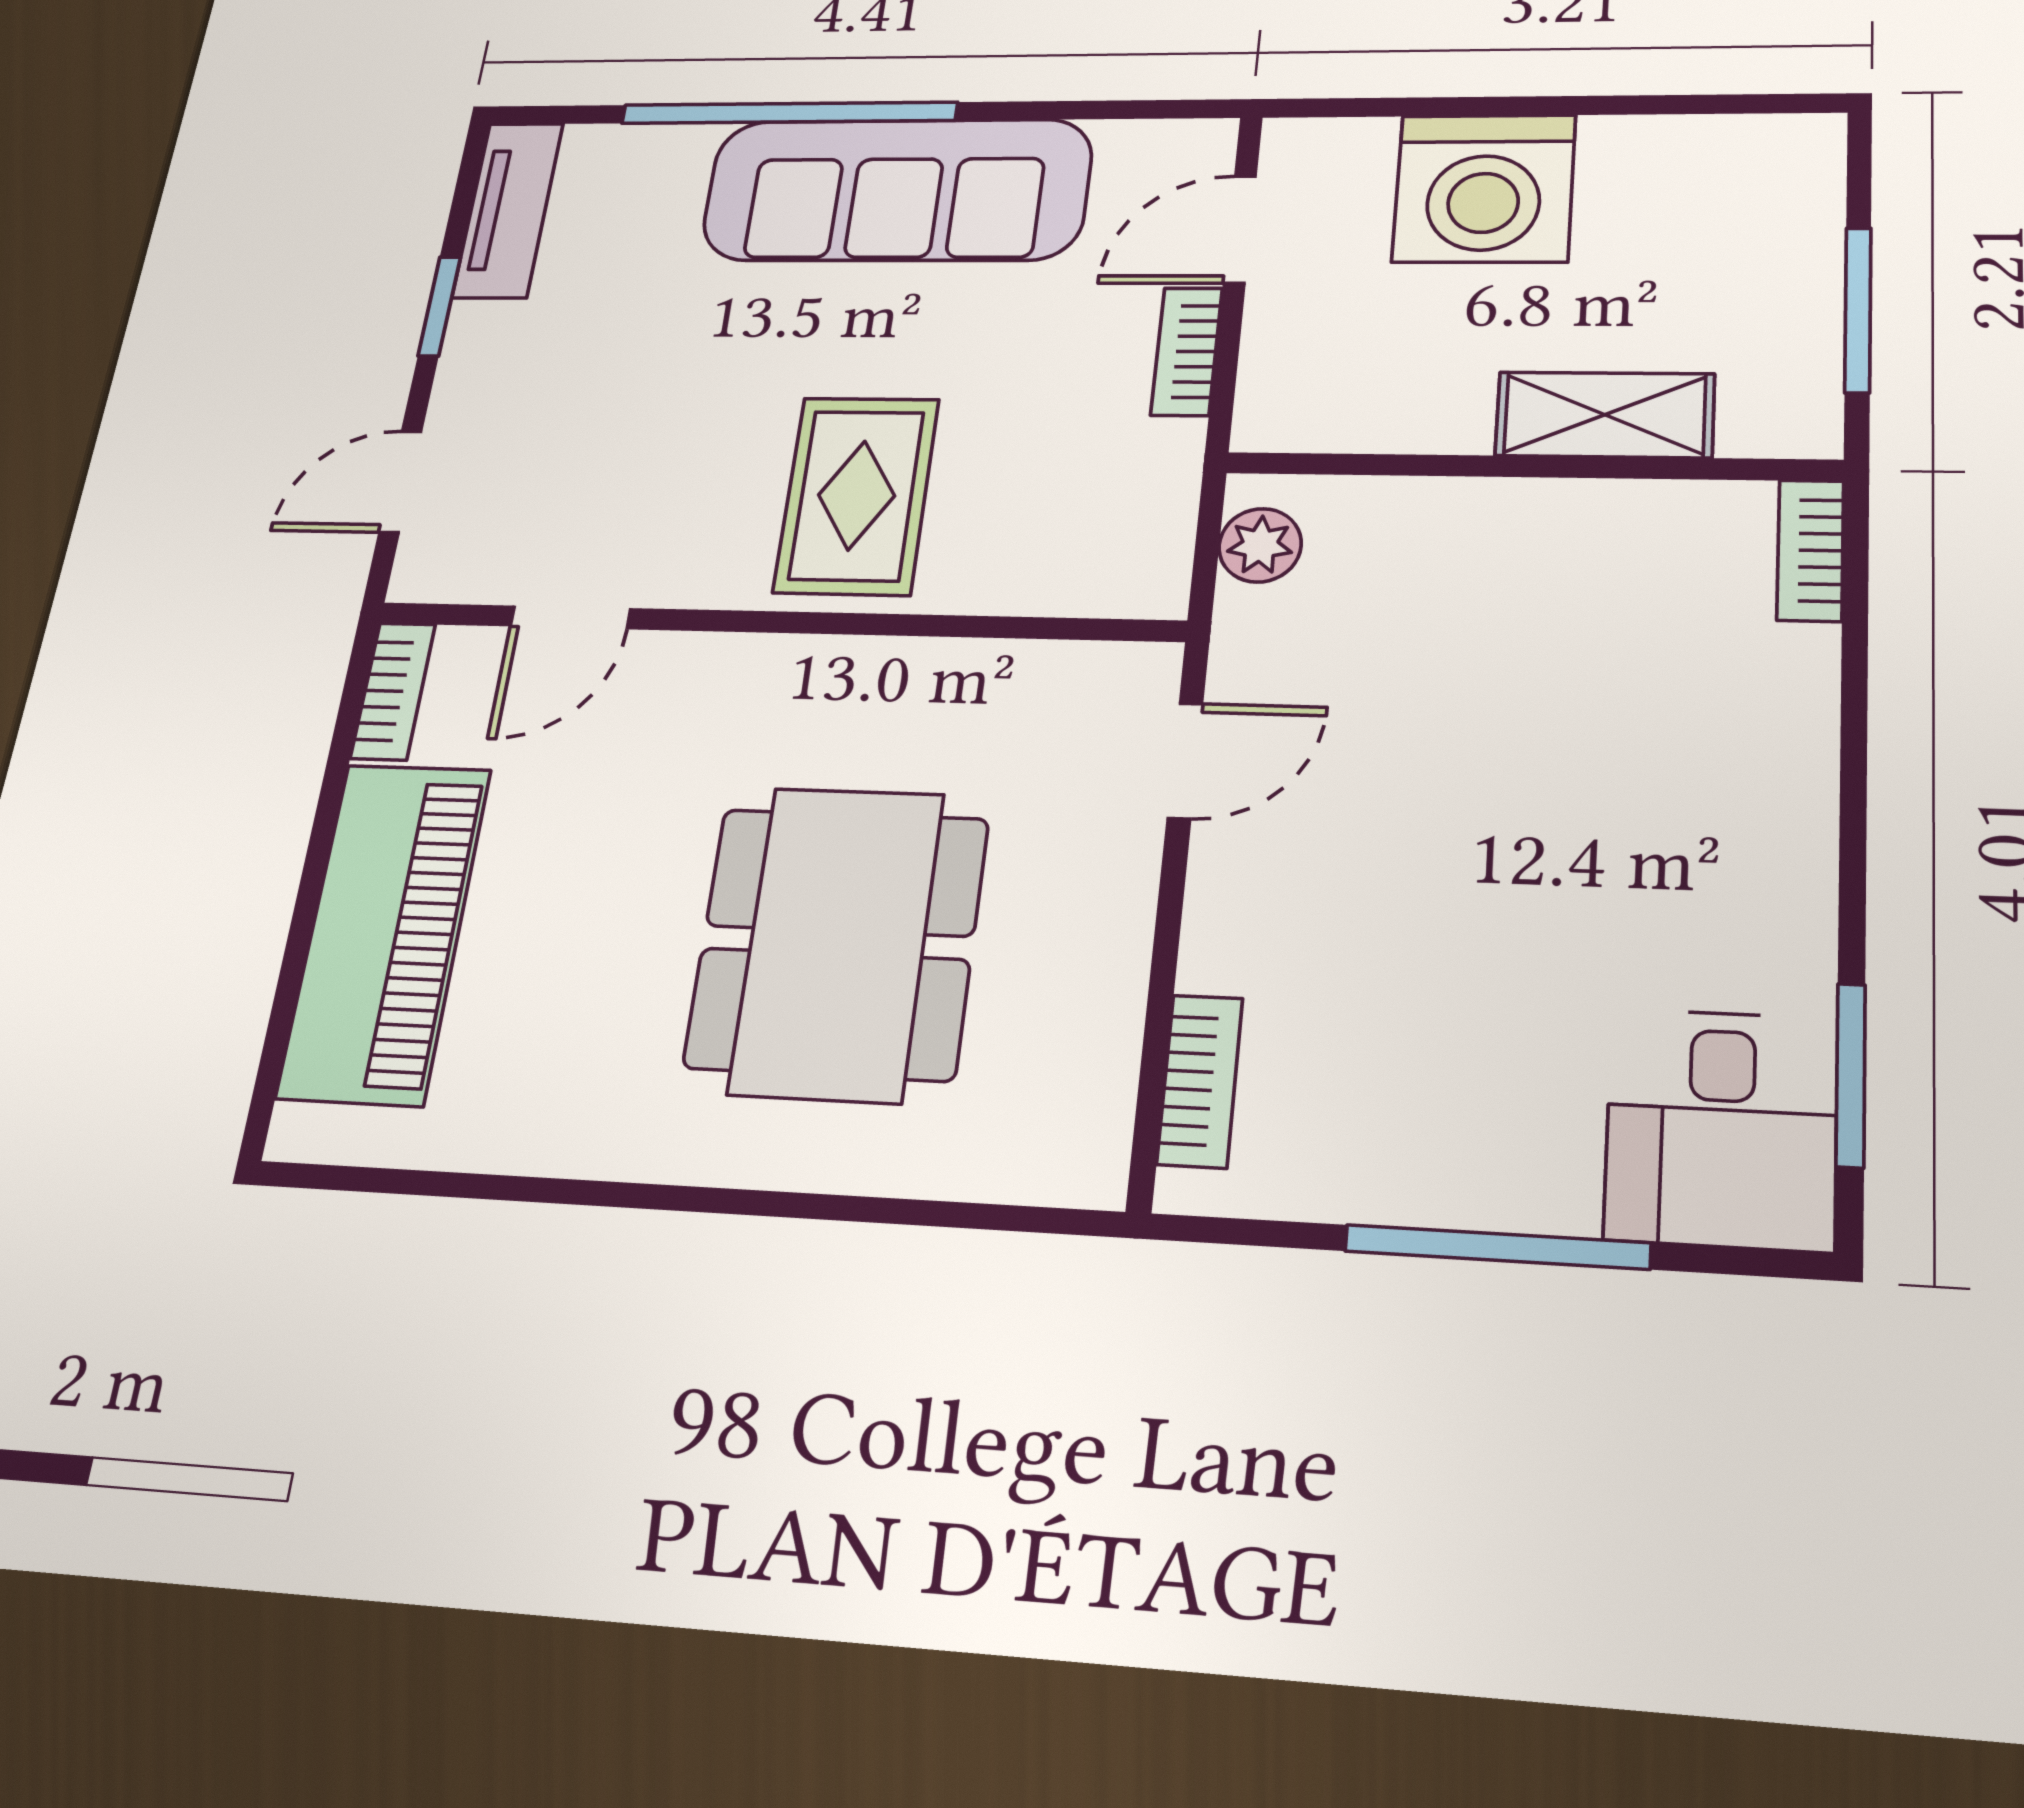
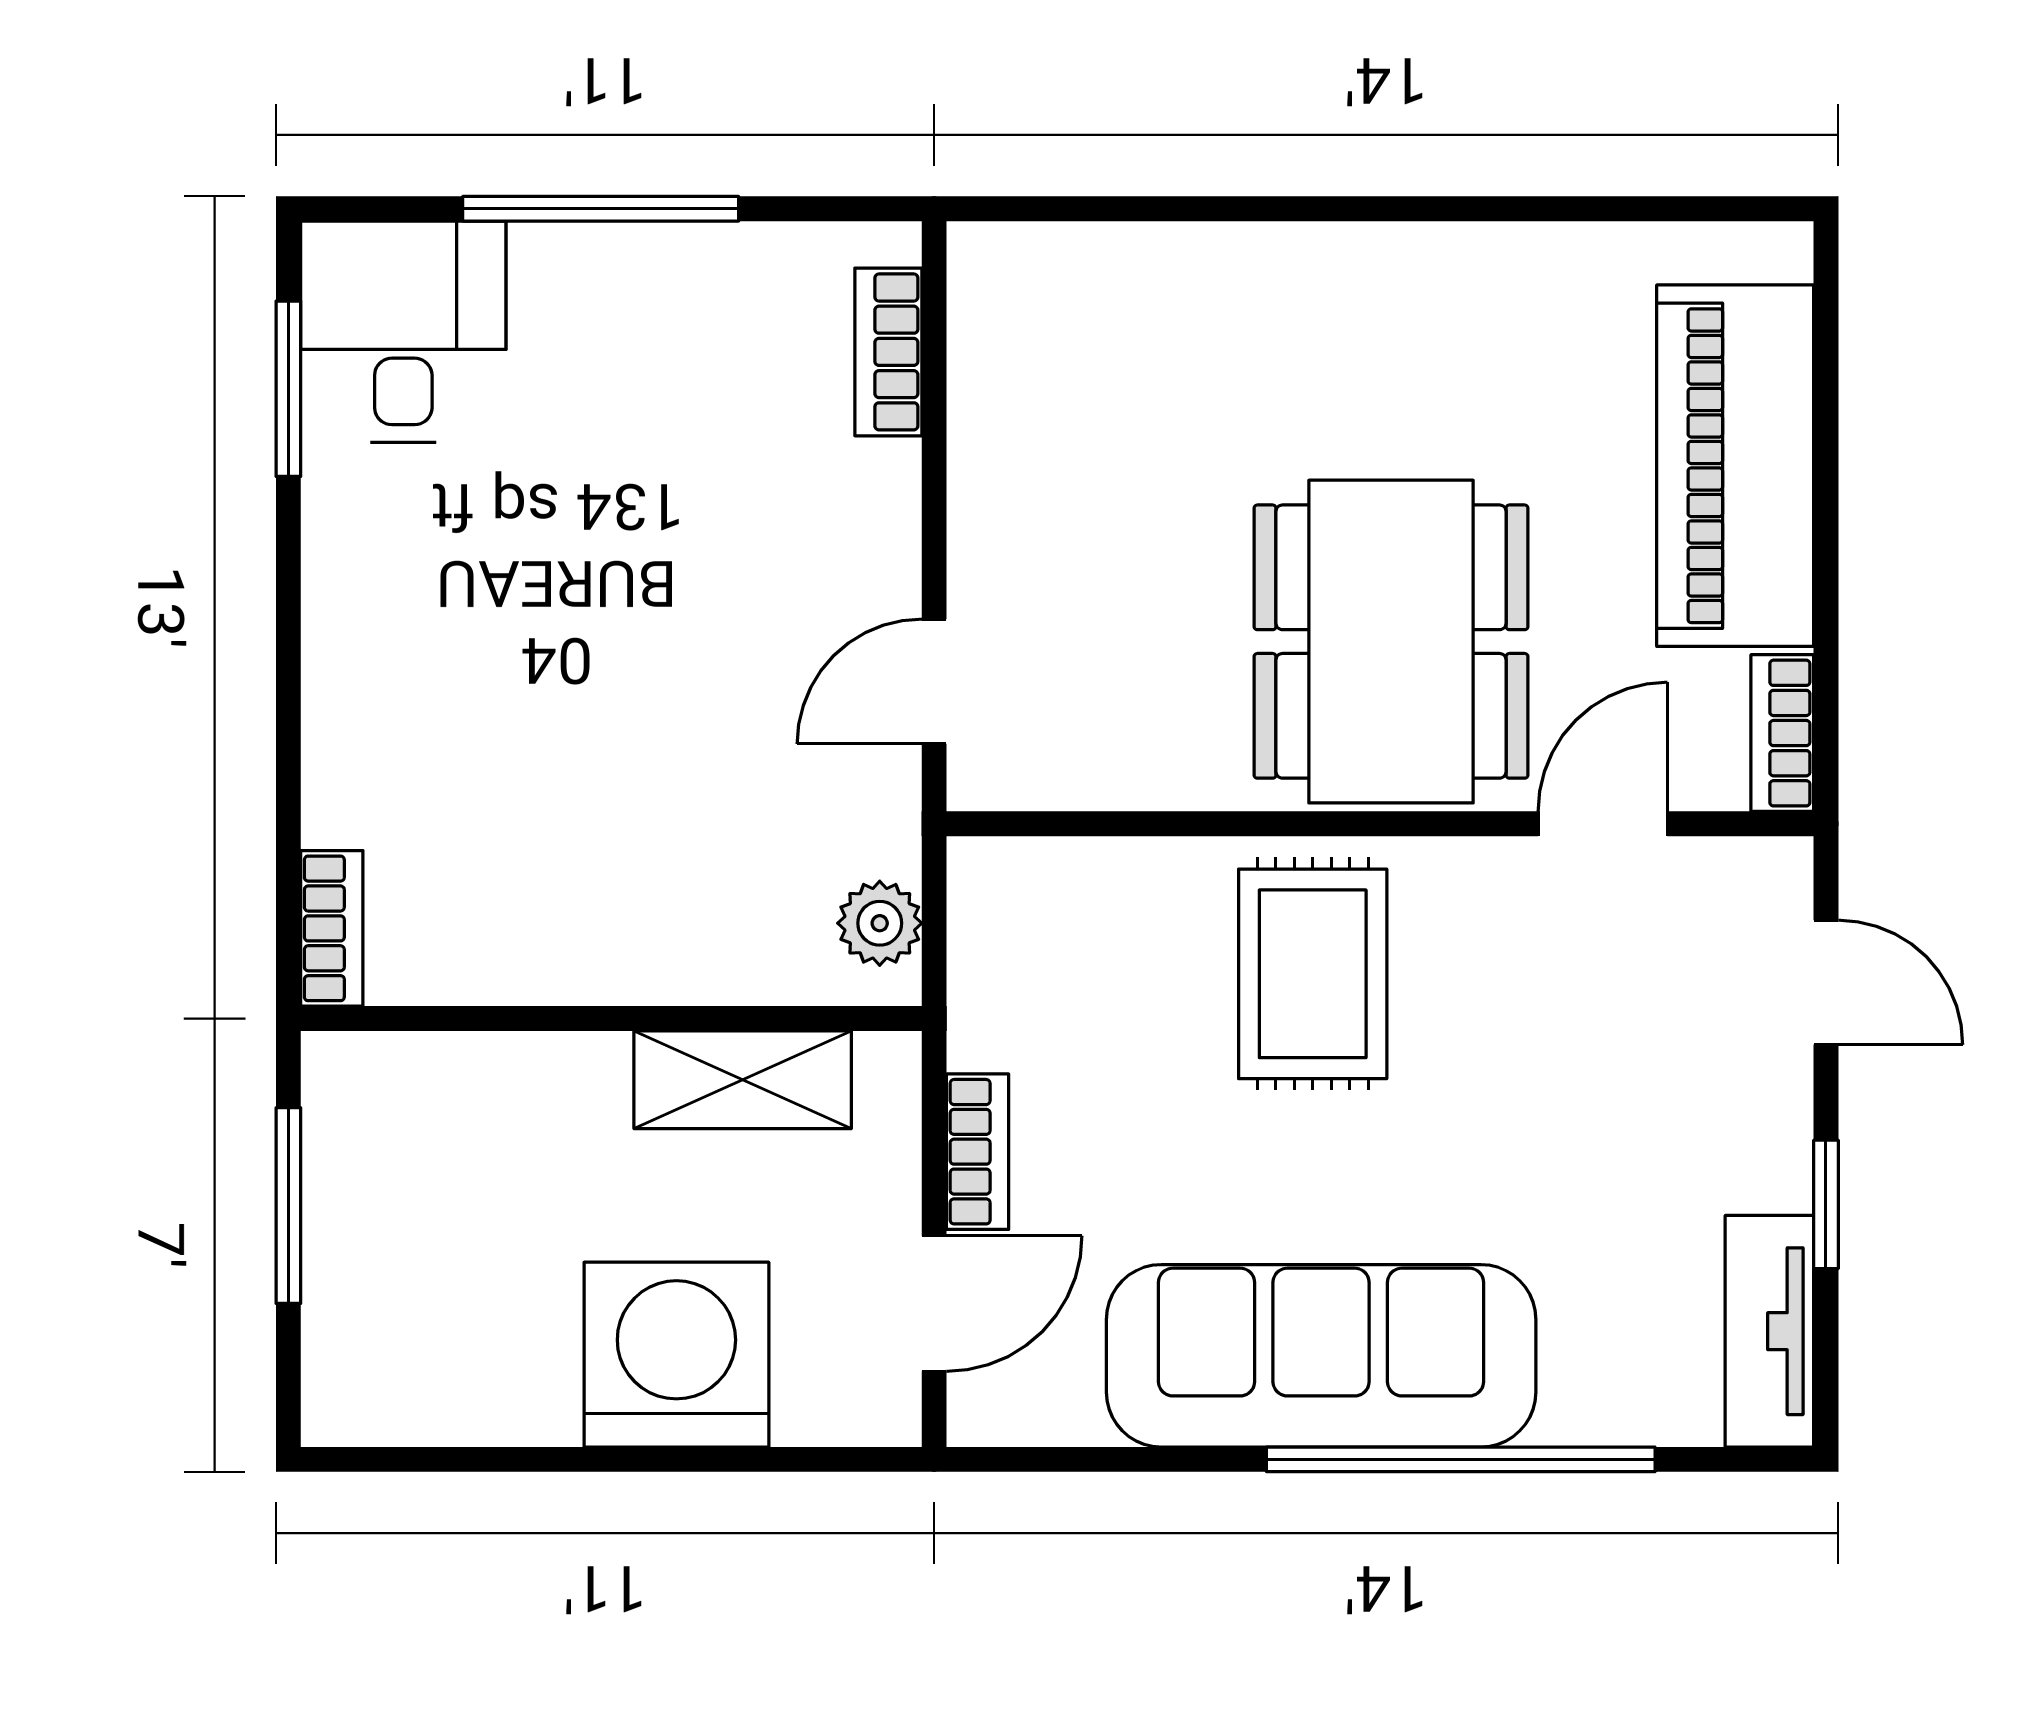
shelving: (1605, 415) -> (743, 1080), moved
door: (400, 482) -> (1826, 982), hinge flipped
dining table: (837, 943) -> (1391, 642), moved

